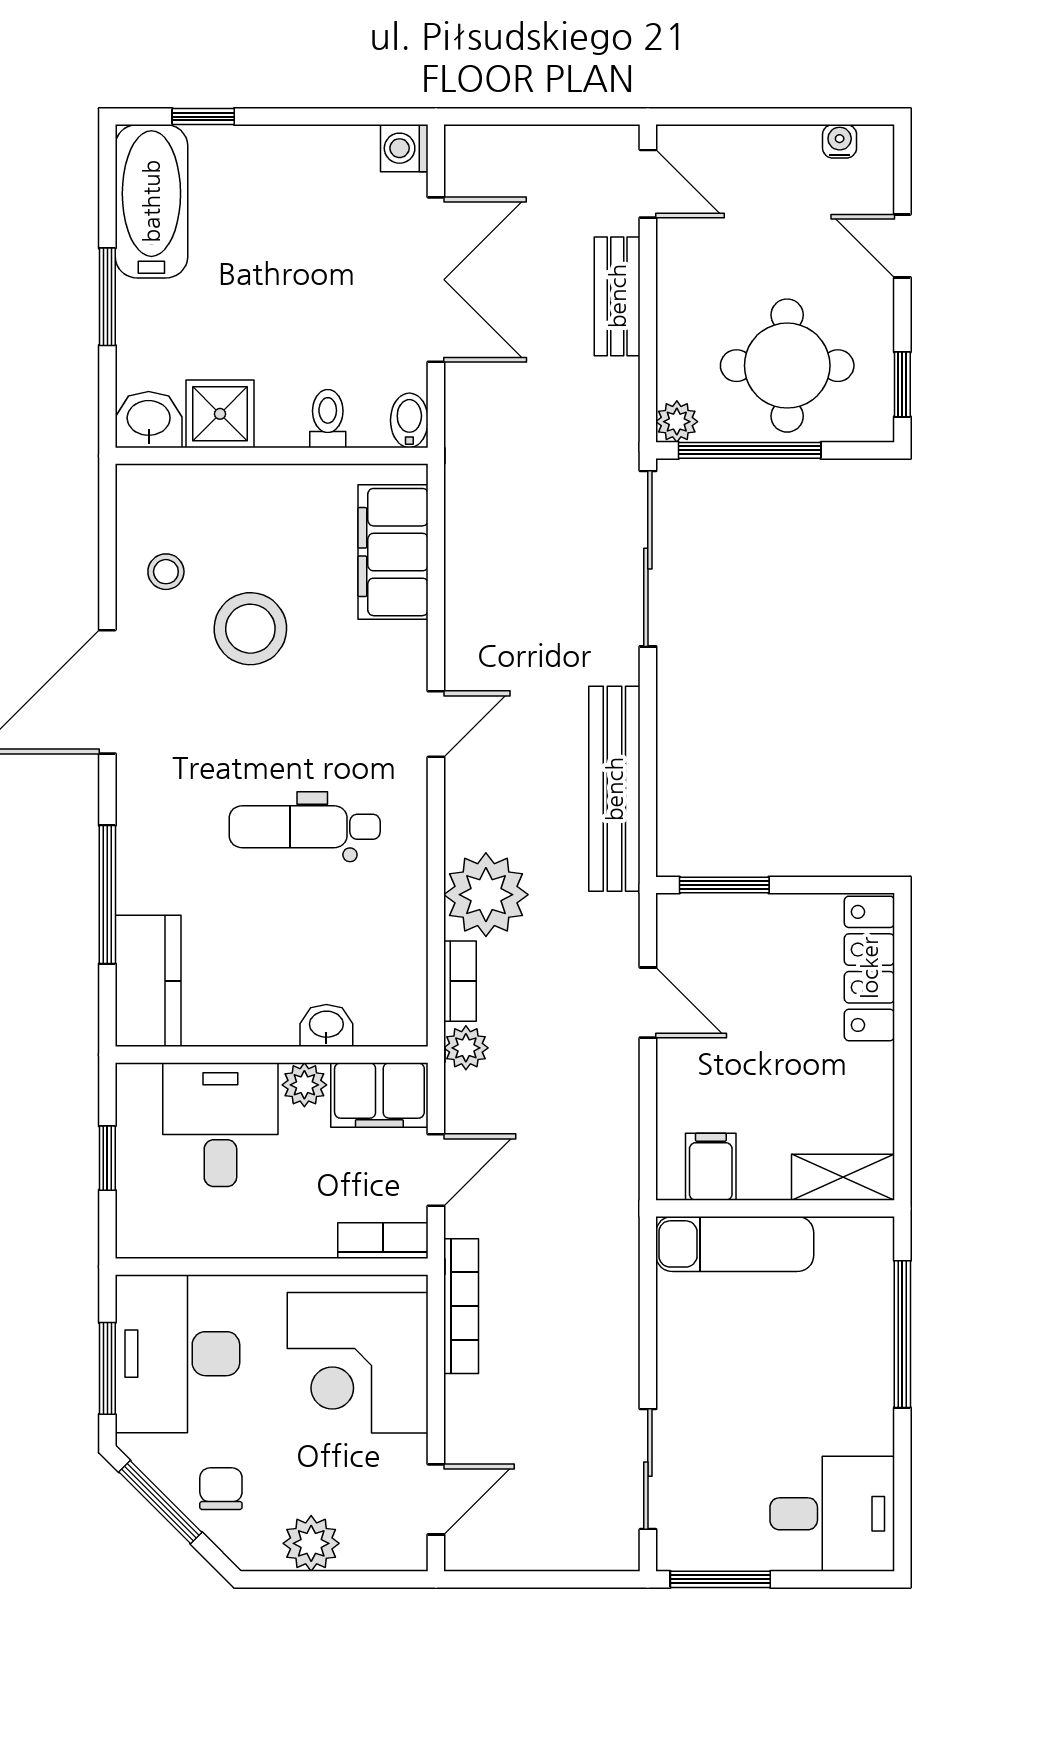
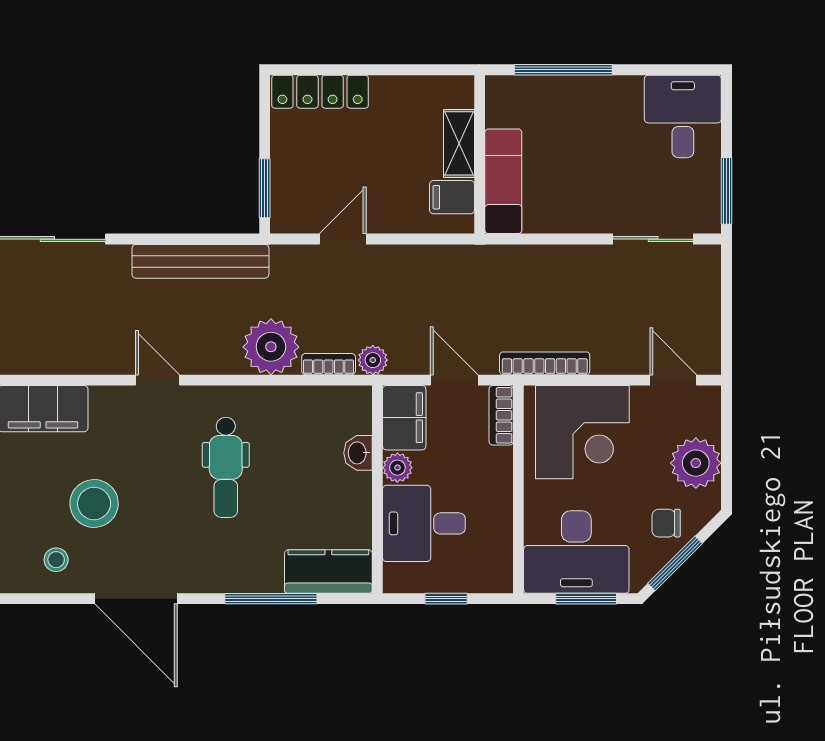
shelving: (843, 1177) -> (459, 143), moved
plant: (311, 1543) -> (696, 463), width x1.36, depth x1.36

